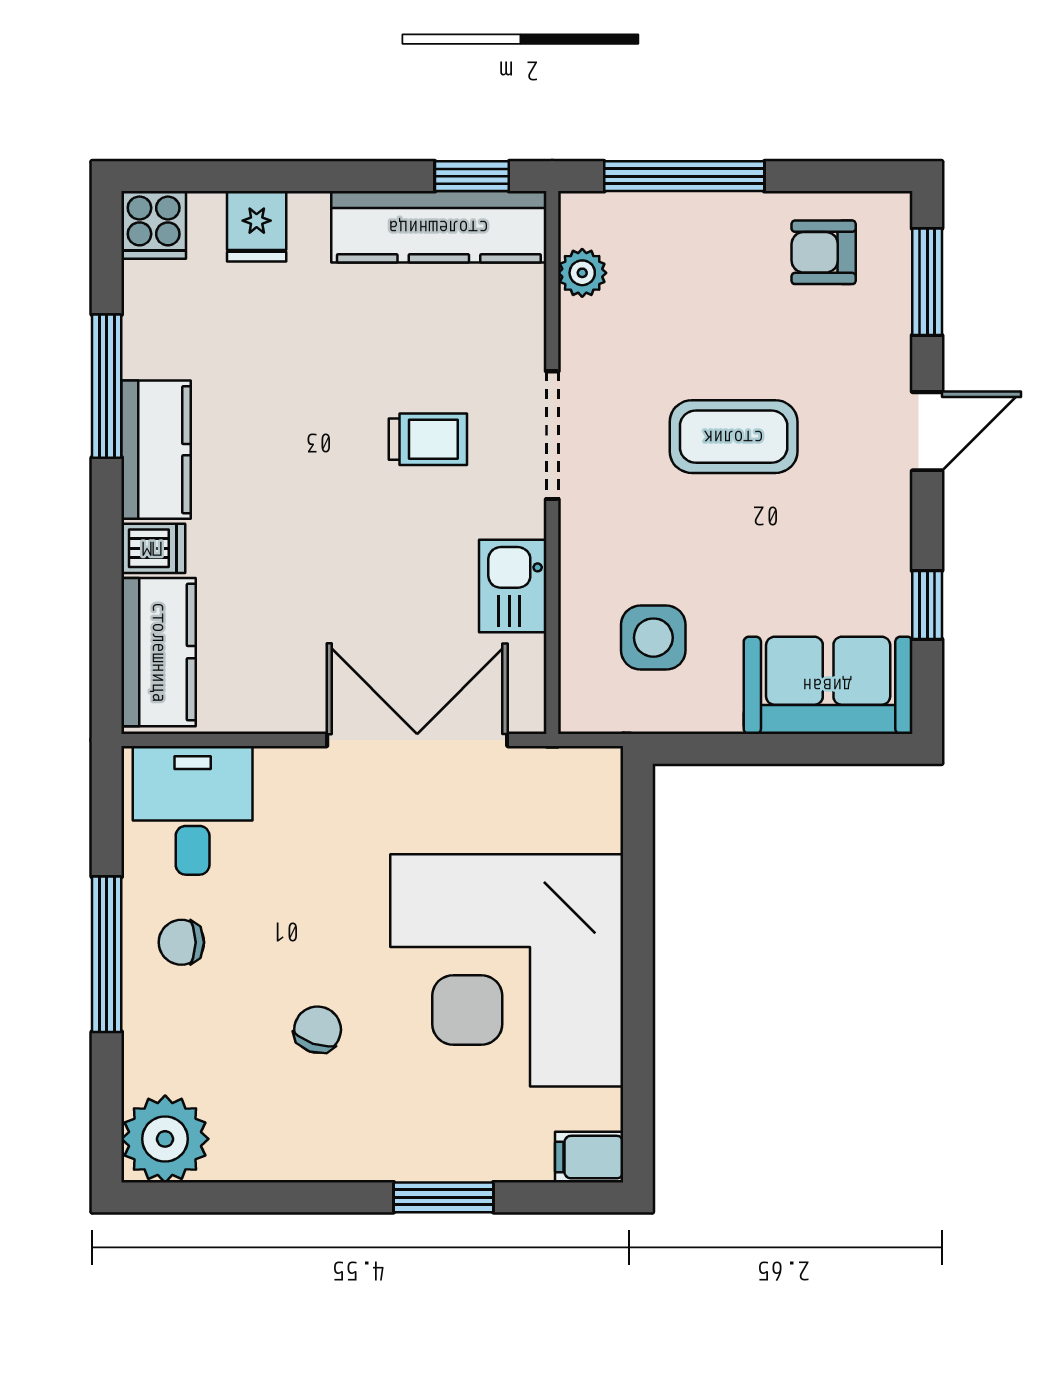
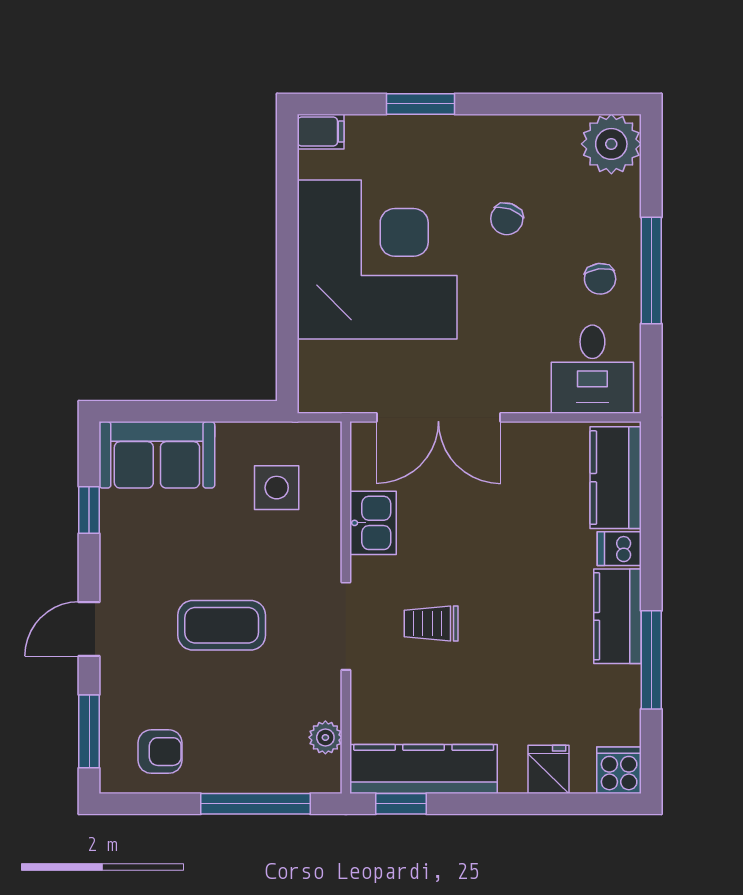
chair: (181, 942) -> (600, 279), turned 83

